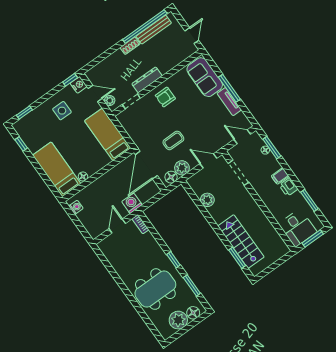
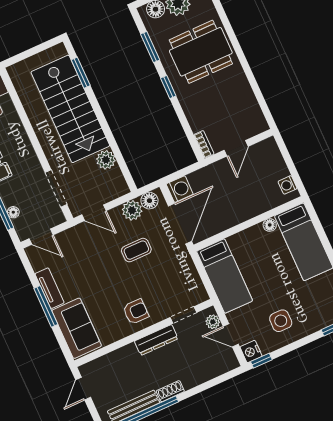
washing machine: (132, 203) -> (180, 189), moved, turned -90
stairs: (241, 241) -> (70, 109), width x1.36, depth x1.51

